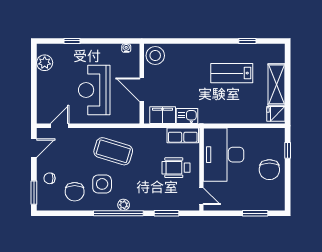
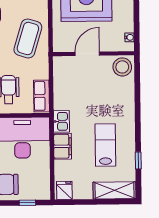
shelving: (277, 84) -> (115, 190), moved
filing cabinet: (163, 115) -> (63, 146), moved
kitchen sink: (187, 116) -> (61, 121), moved
coffee table: (113, 151) -> (28, 38), moved

